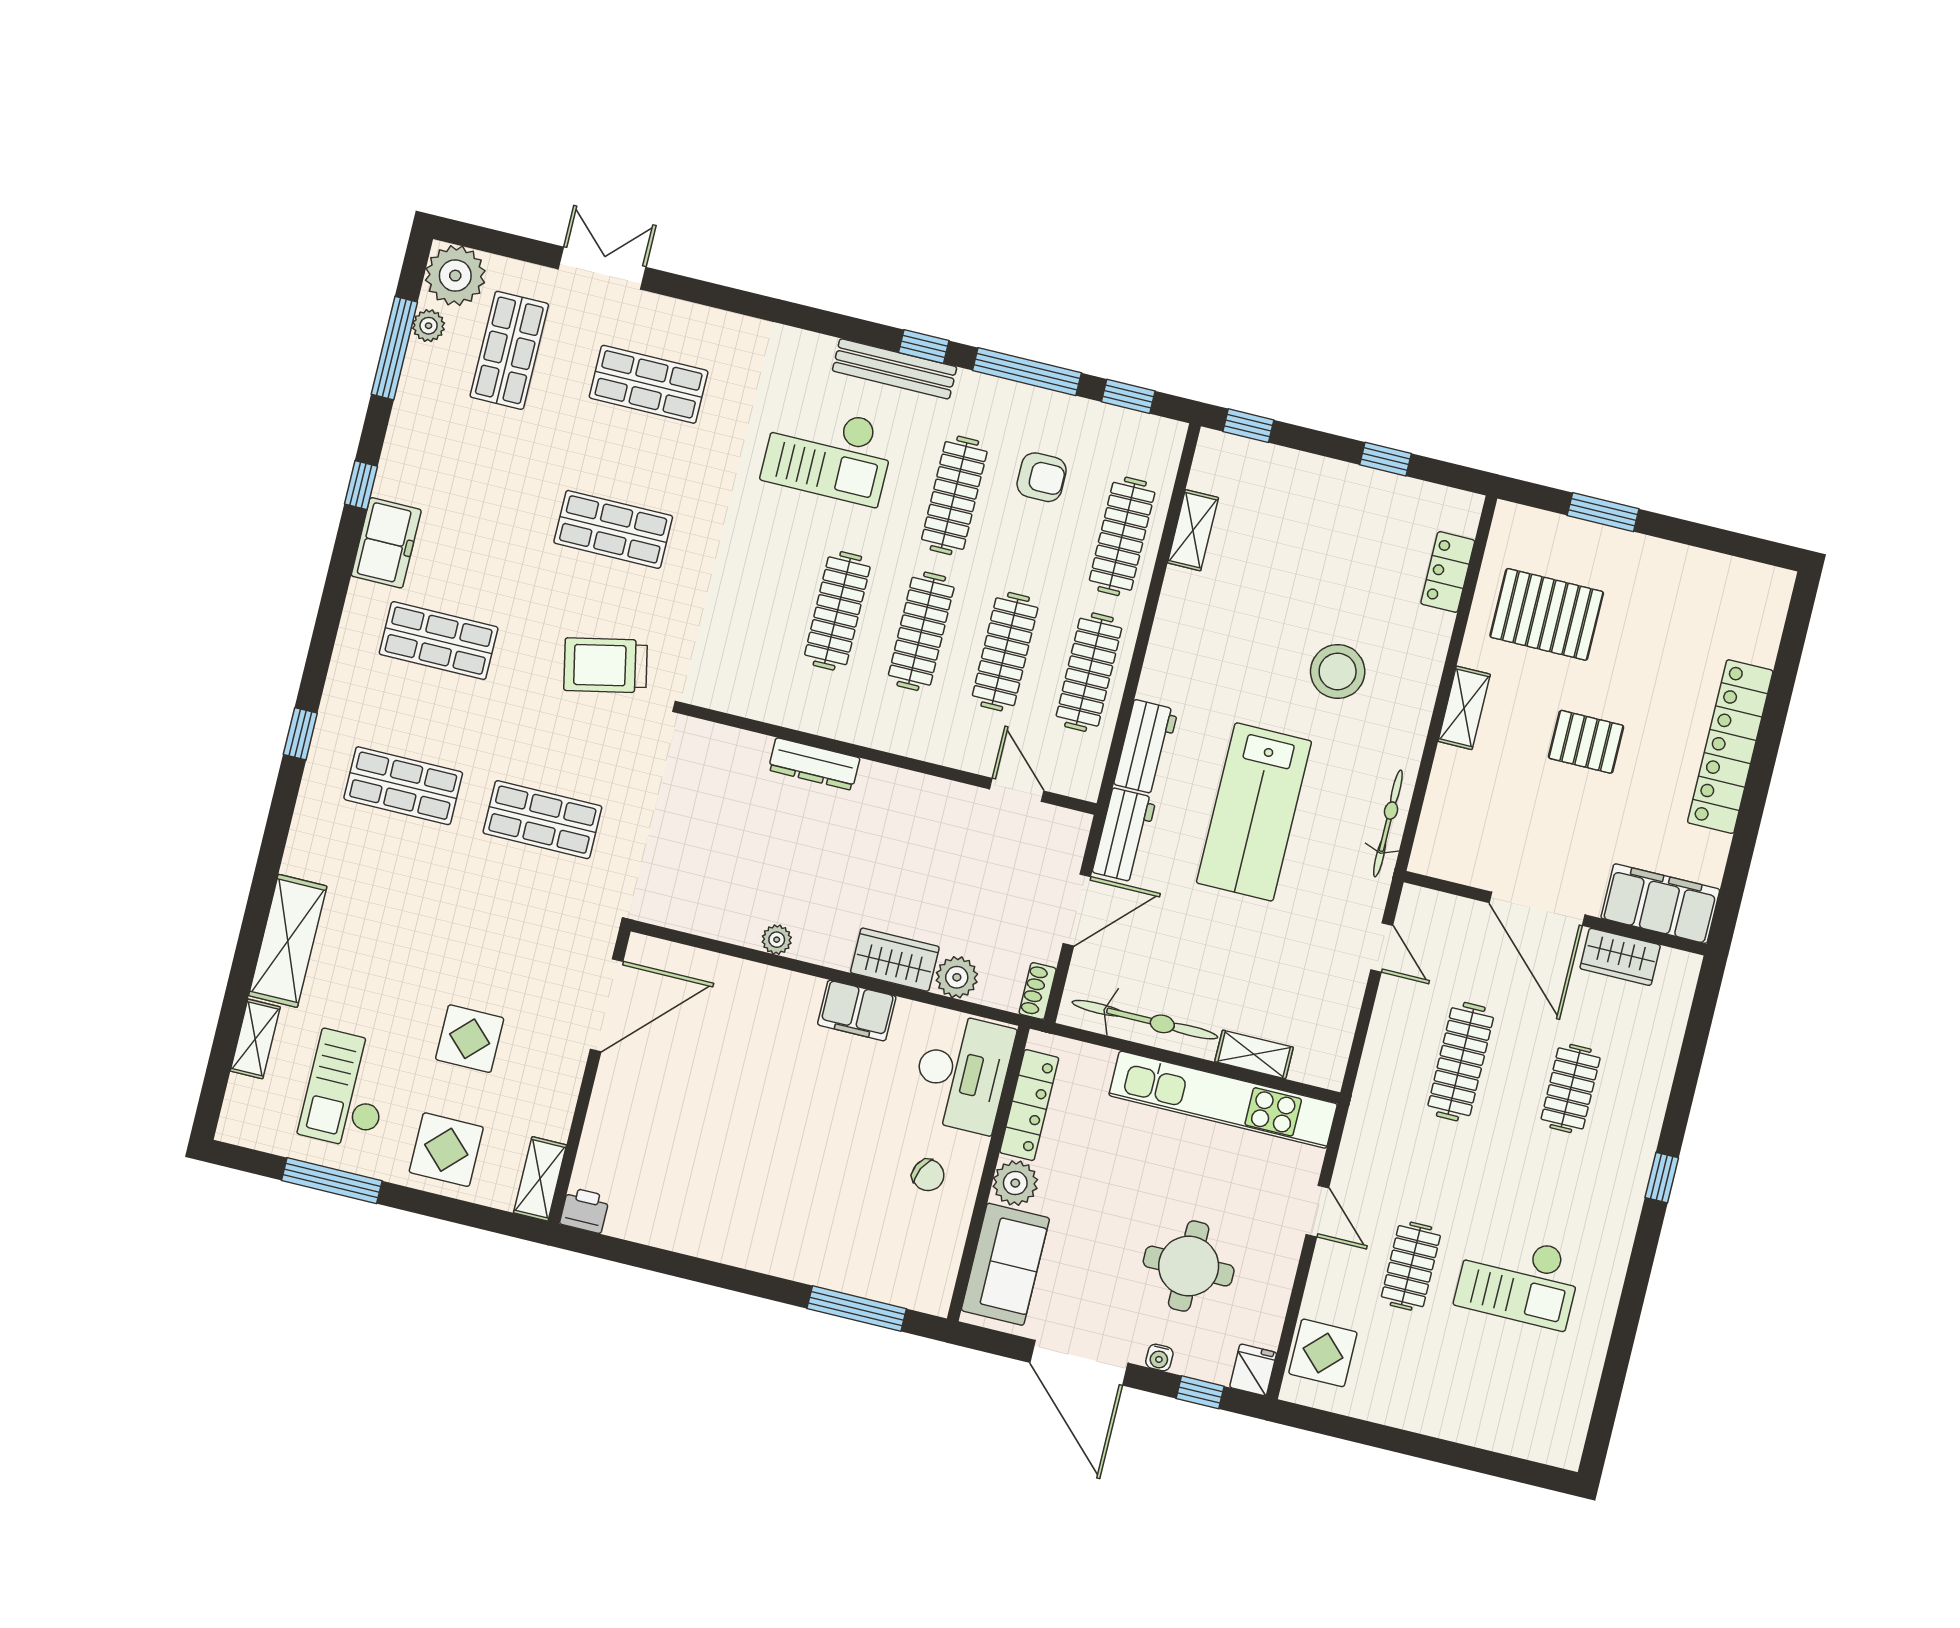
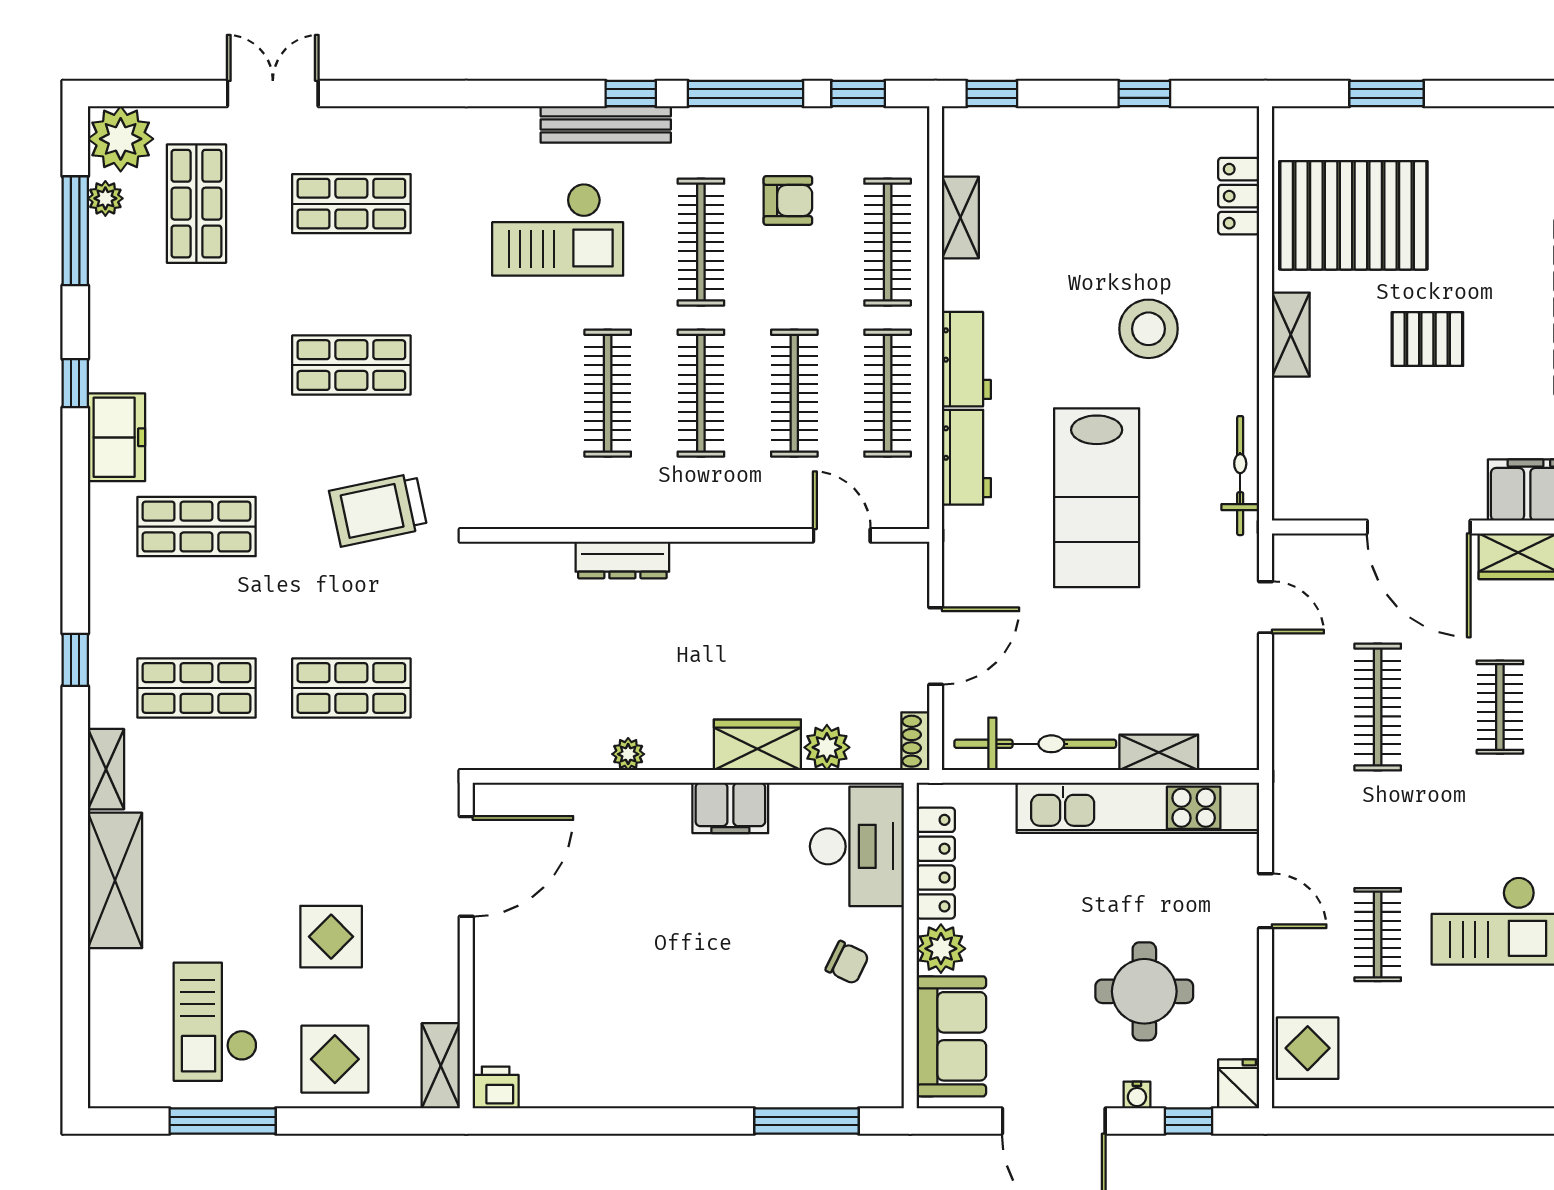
pallet: (1547, 614) -> (1353, 215), width x1.37, depth x1.41
workbench: (1124, 835) -> (966, 359), moved
shelving: (255, 1039) -> (106, 769), moved

